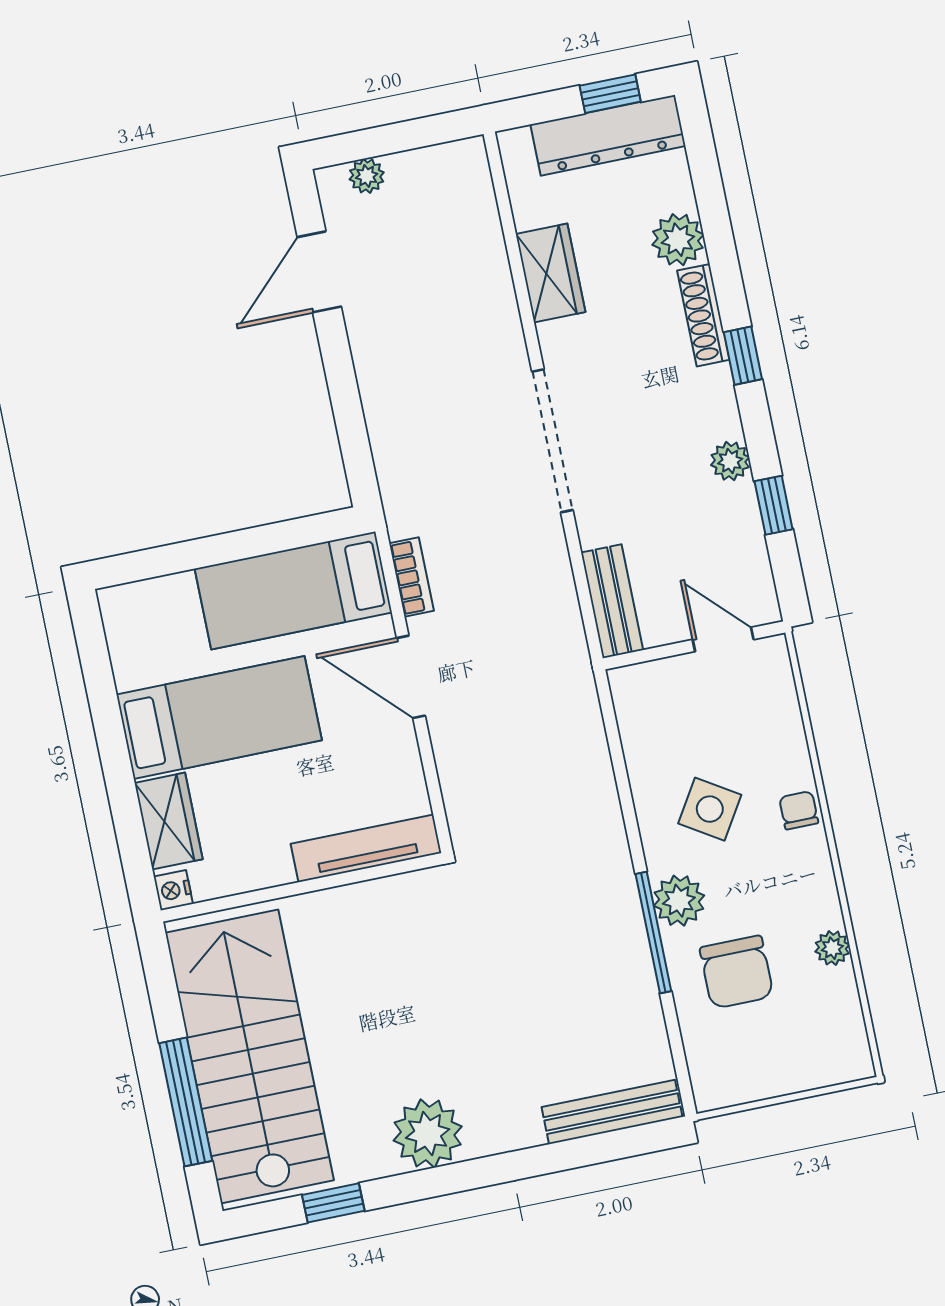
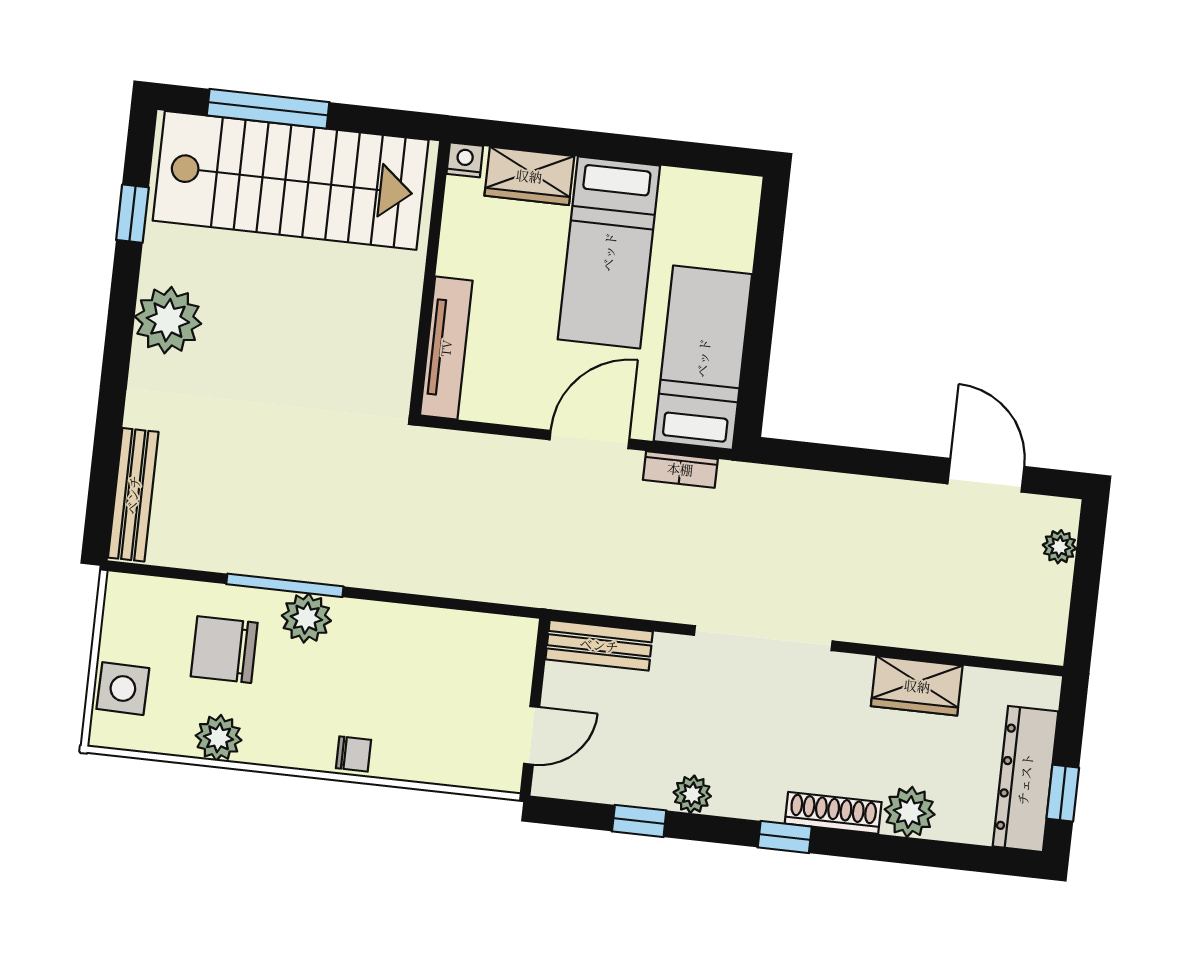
side table: (710, 809) -> (123, 689), moved, turned -31
plant: (832, 948) -> (219, 738), width x1.38, depth x1.38

